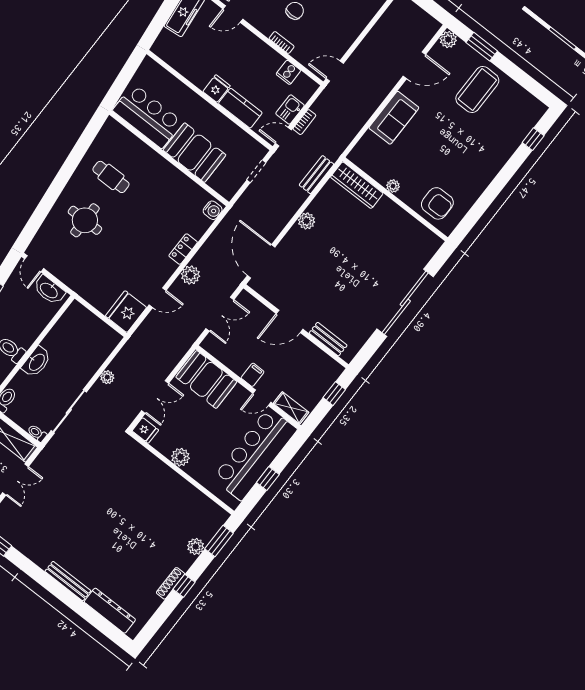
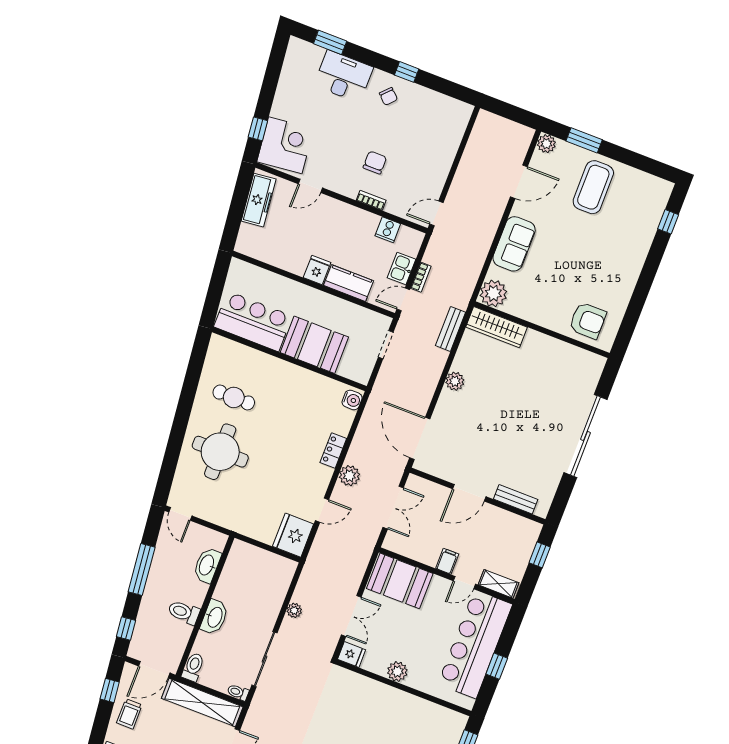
plant: (393, 186) -> (493, 293), moved, width x1.88, depth x1.88
round table: (85, 220) -> (220, 452), width x1.36, depth x1.36
washbasin: (49, 290) -> (207, 565), moved, turned 90

